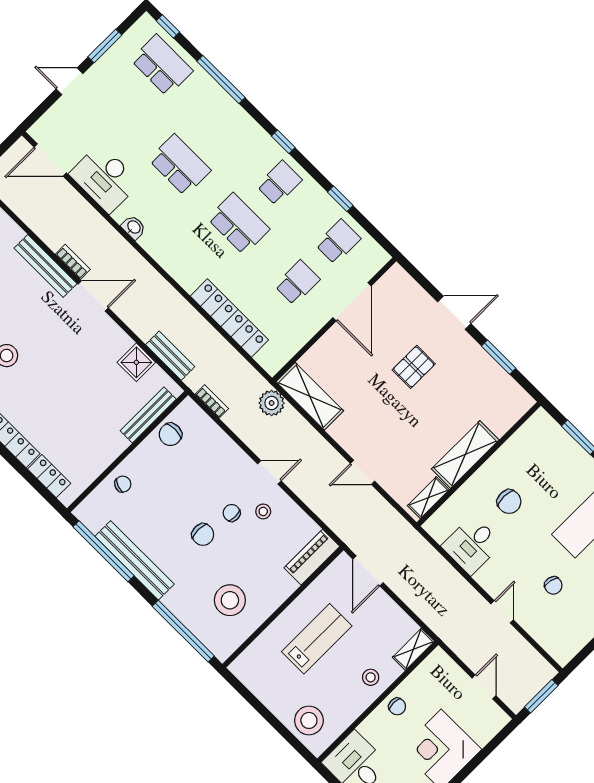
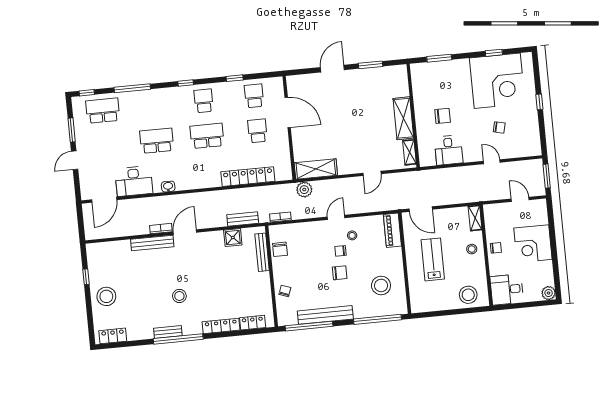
pallet: (414, 367) -> (342, 109), removed

